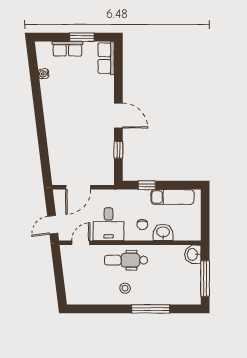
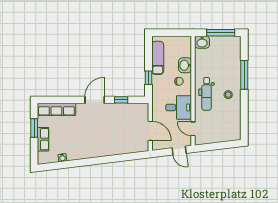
row of seats: (106, 58) -> (56, 109), width x1.48

